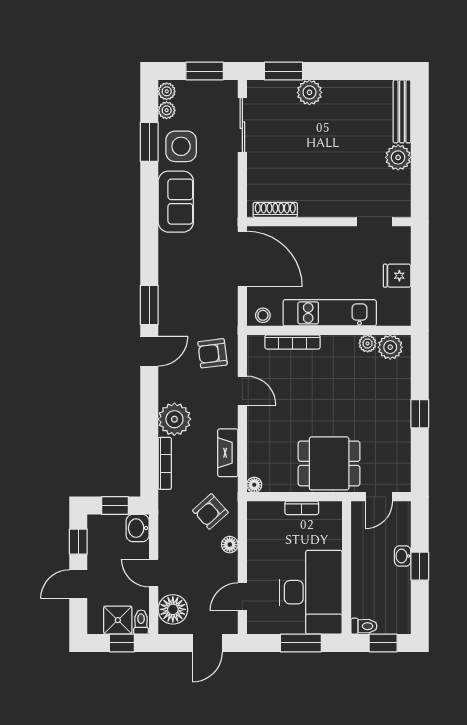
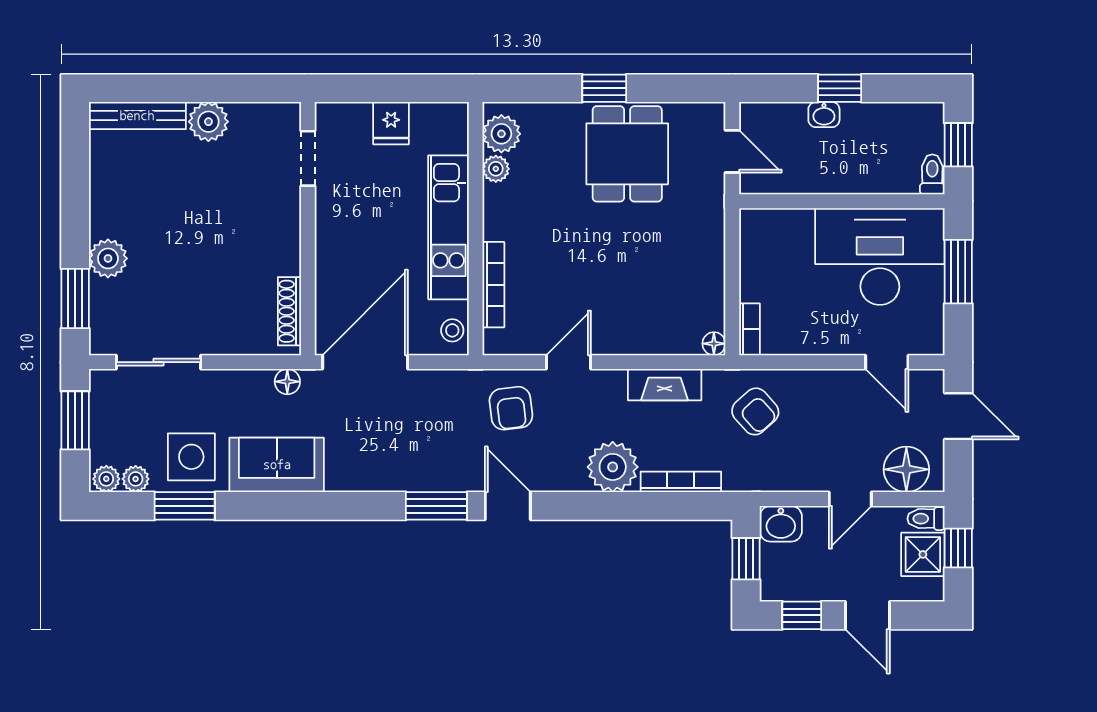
dining table: (329, 463) -> (627, 154), moved
bookcase: (302, 508) -> (750, 329), moved
floor lamp: (230, 545) -> (287, 382), moved

